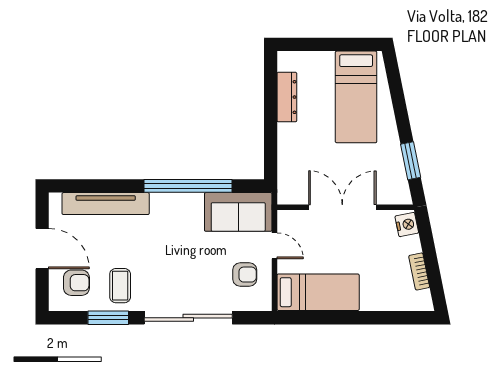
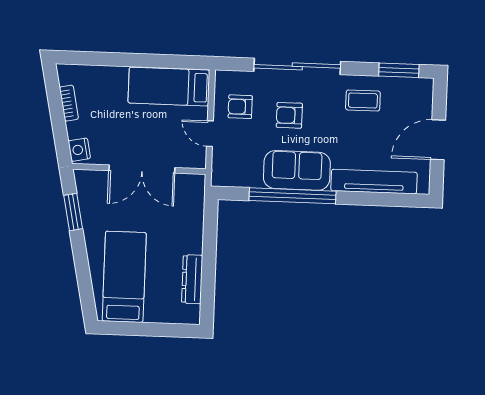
sofa: (238, 212) -> (297, 170), moved
door: (42, 249) -> (438, 140), hinge flipped
armchair: (76, 283) -> (289, 115), moved
coffee table: (120, 286) -> (363, 100), turned 90
window: (108, 318) -> (399, 70), moved

